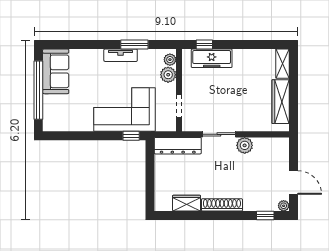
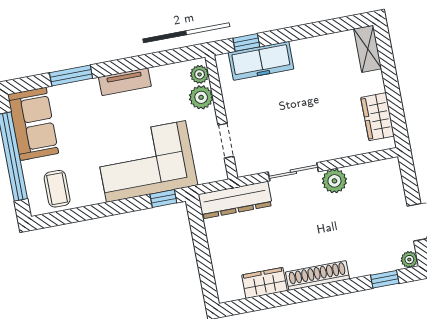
window: (134, 45) -> (71, 76), moved
wardrobe: (281, 102) -> (378, 117), width x0.67
coffee table: (63, 116) -> (57, 189), added

